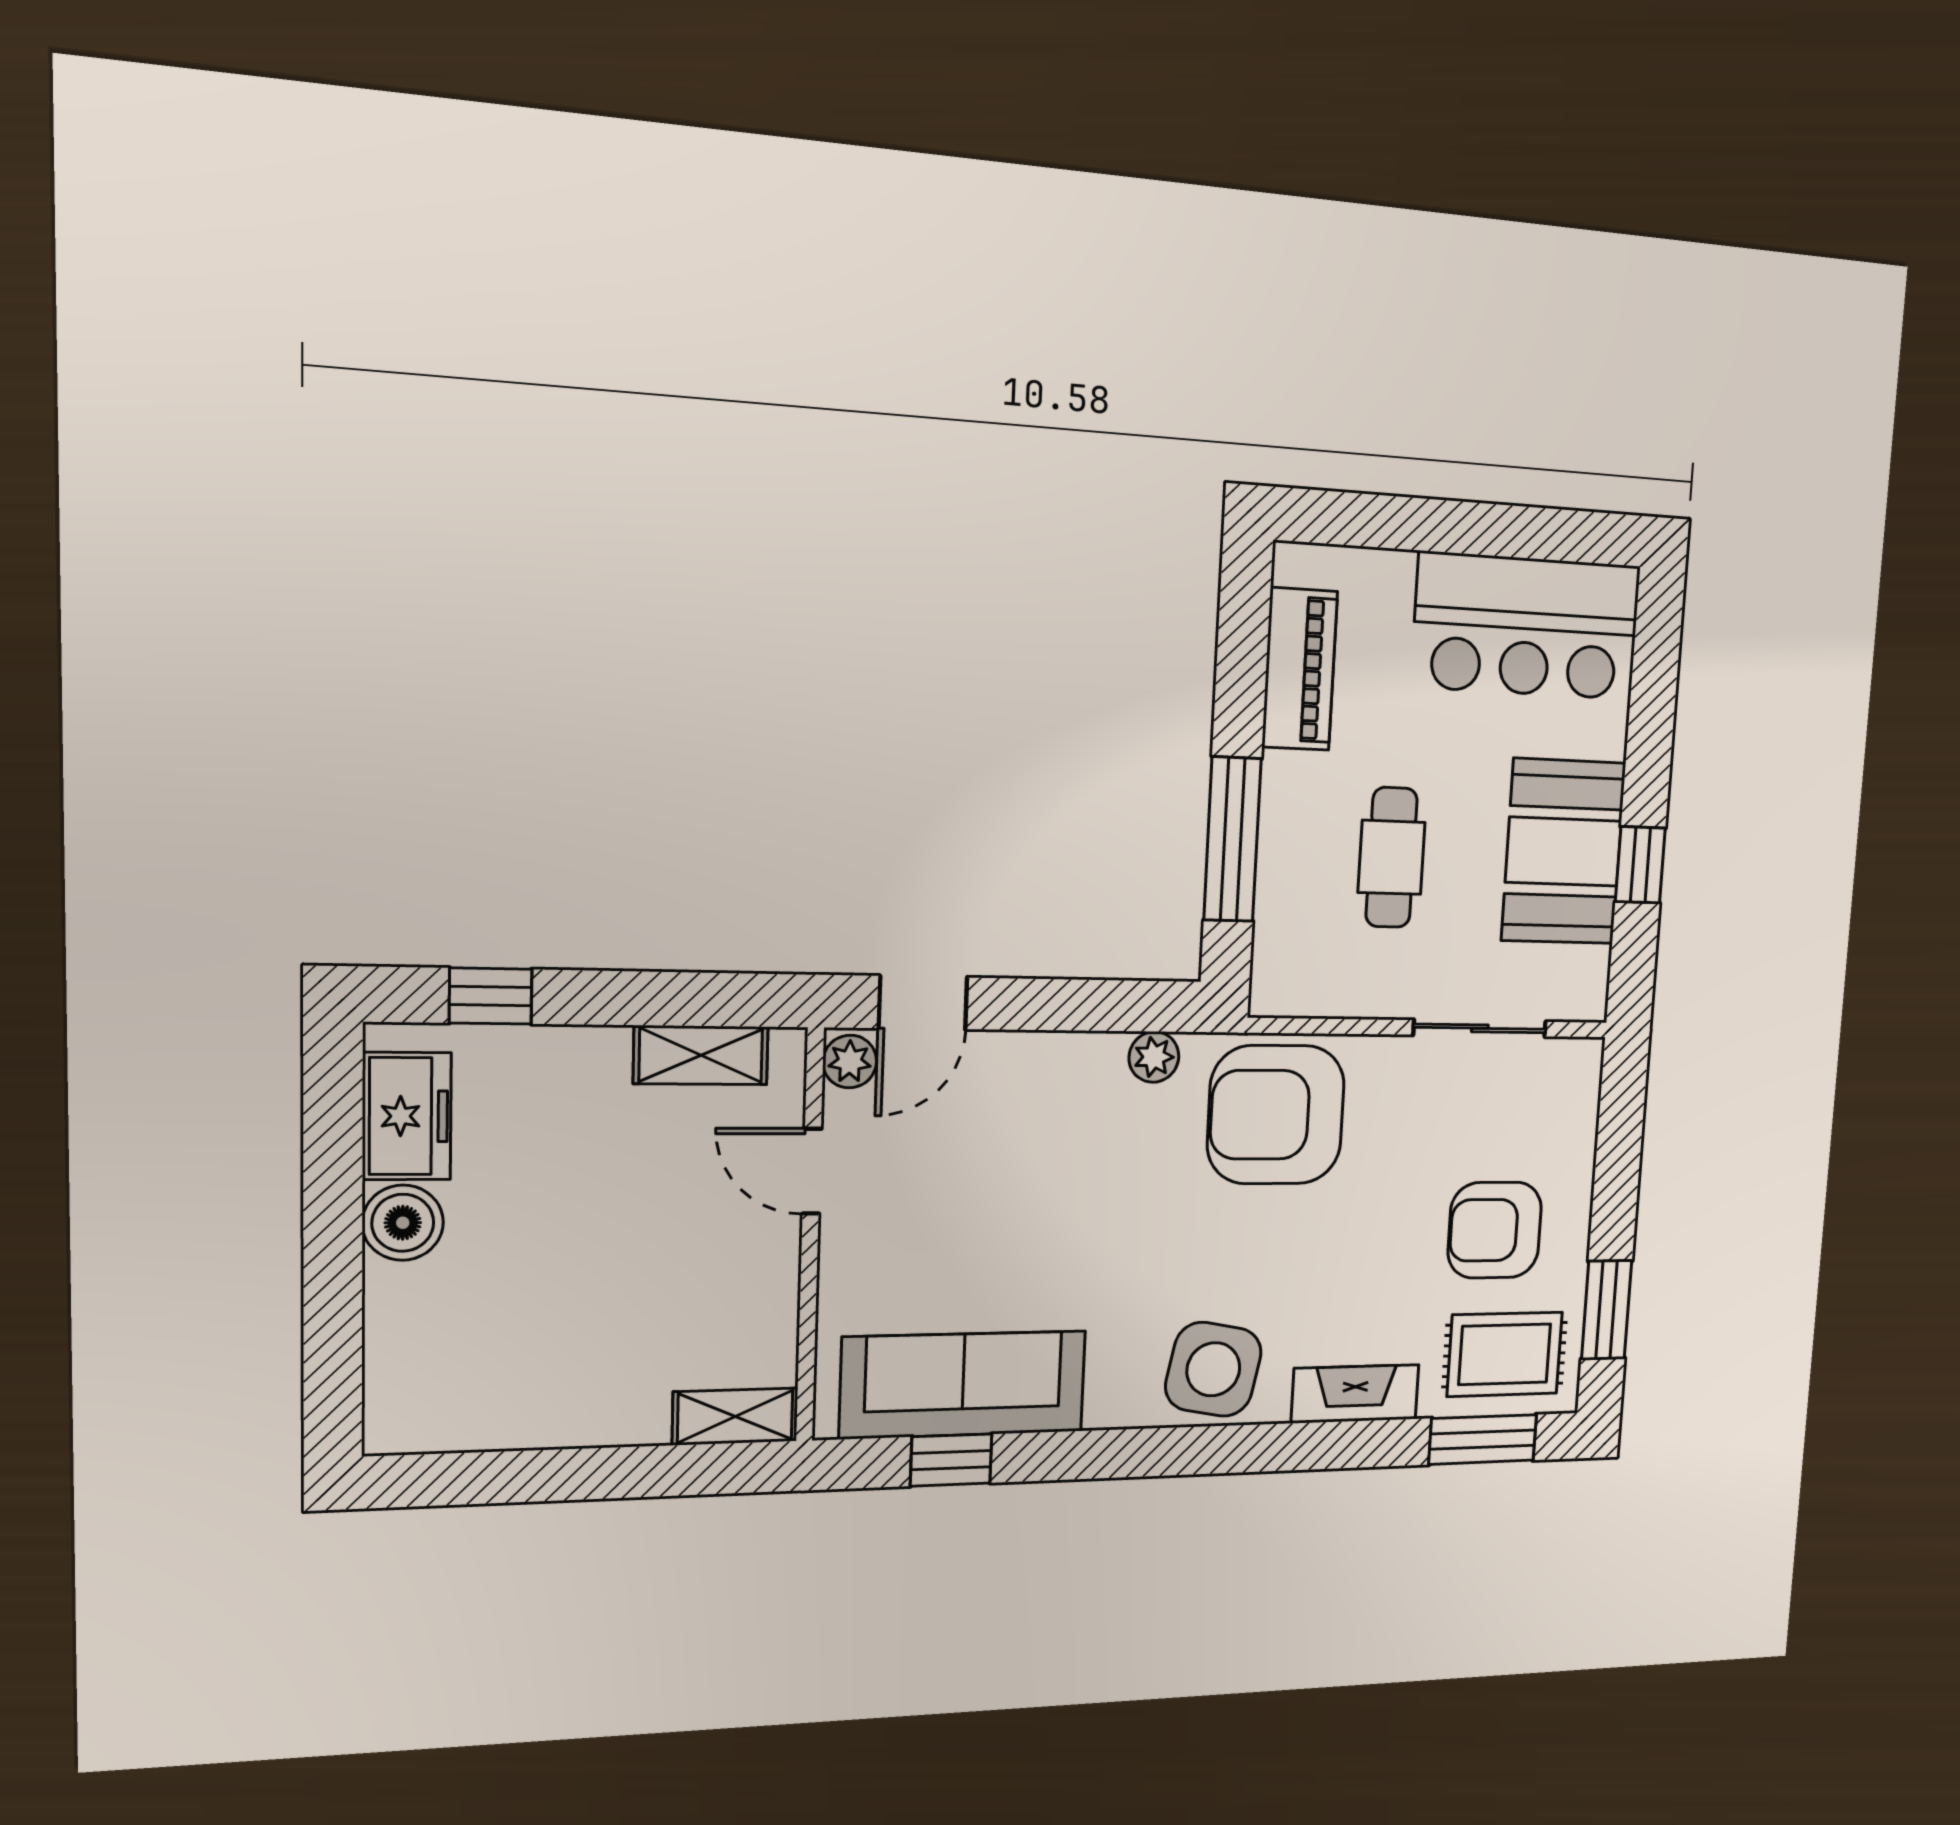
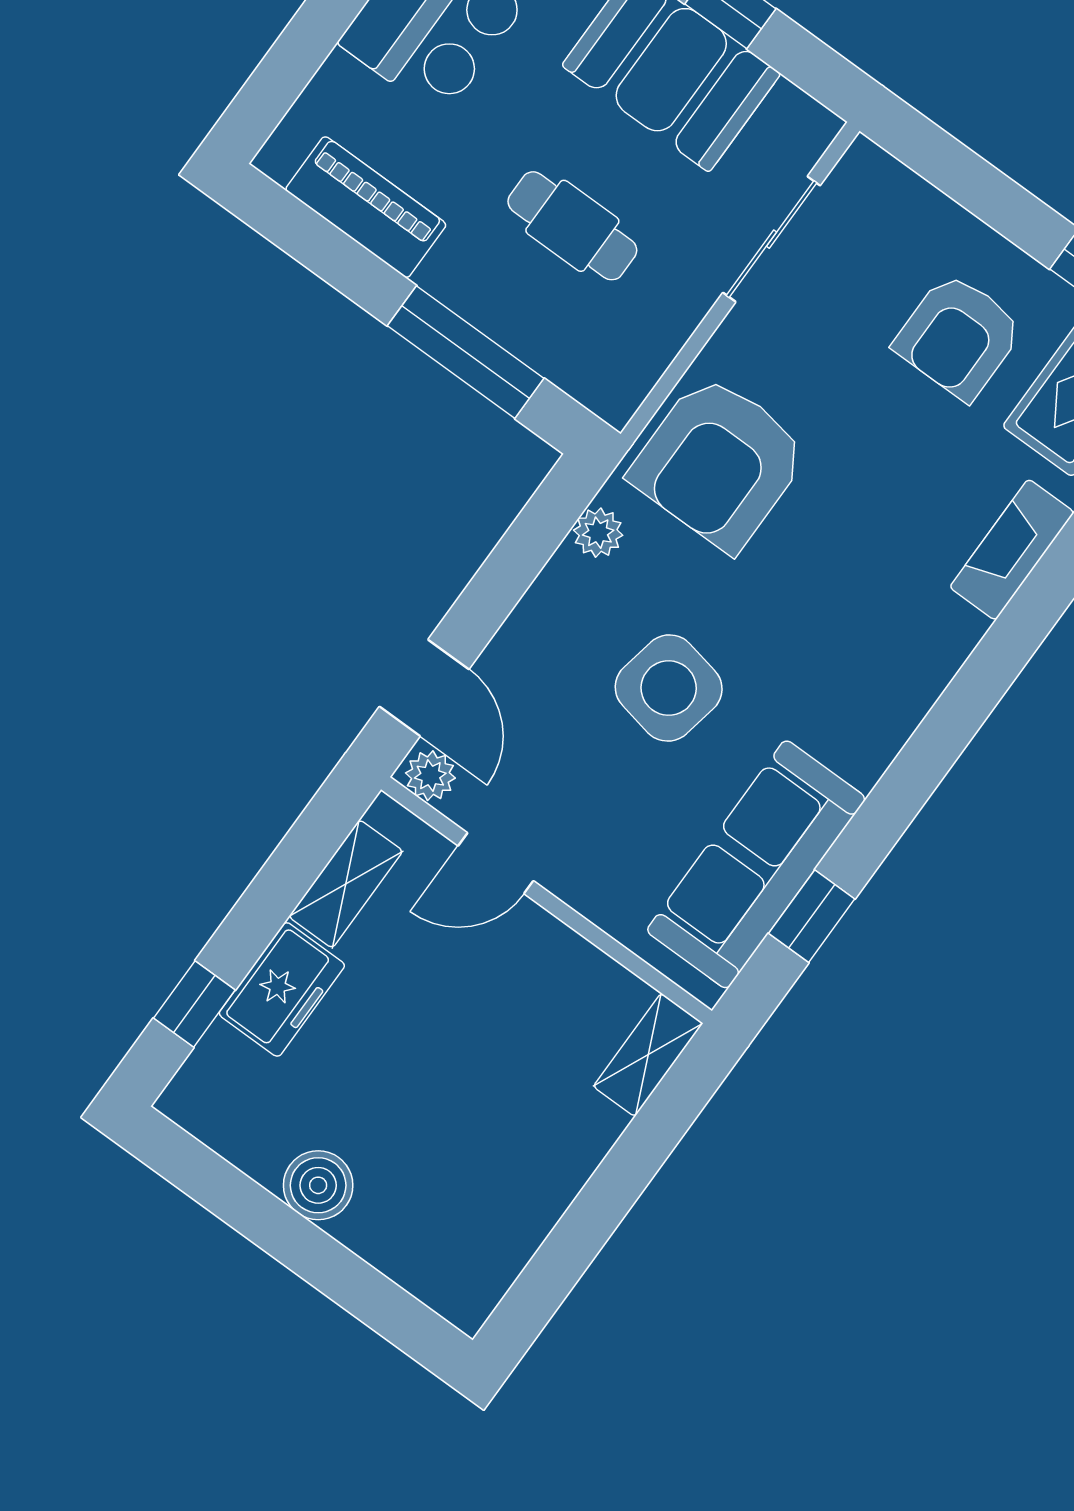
freezer: (407, 1116) -> (282, 989), moved, turned 90
side table: (1213, 1369) -> (669, 688), moved

